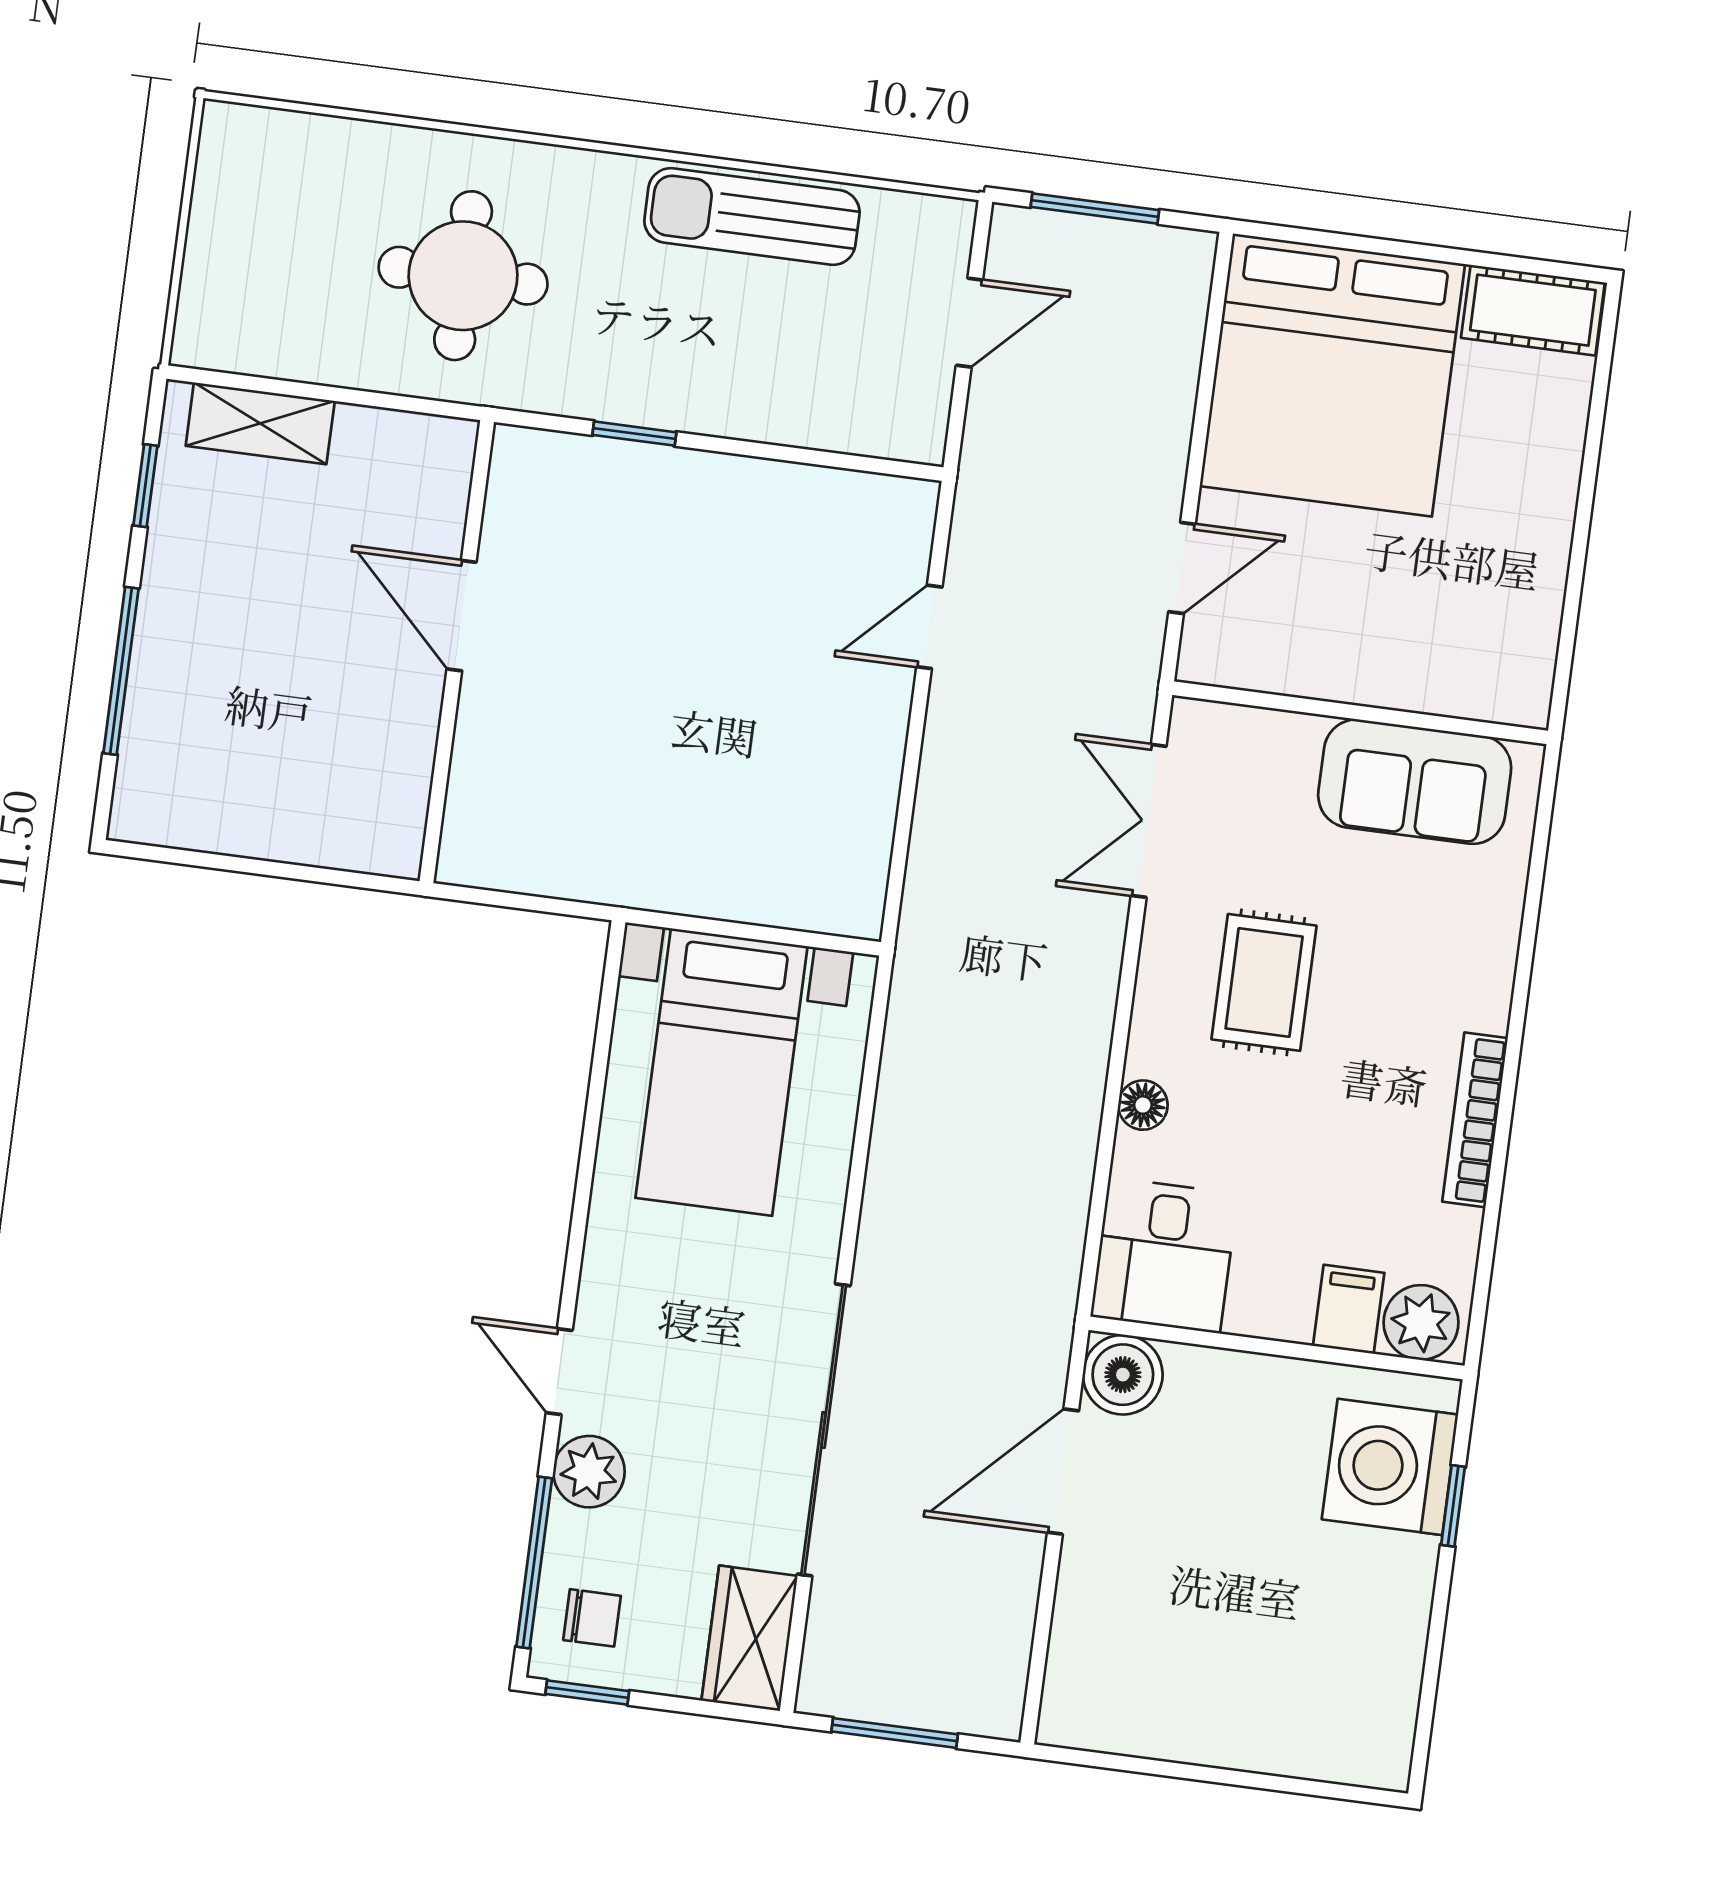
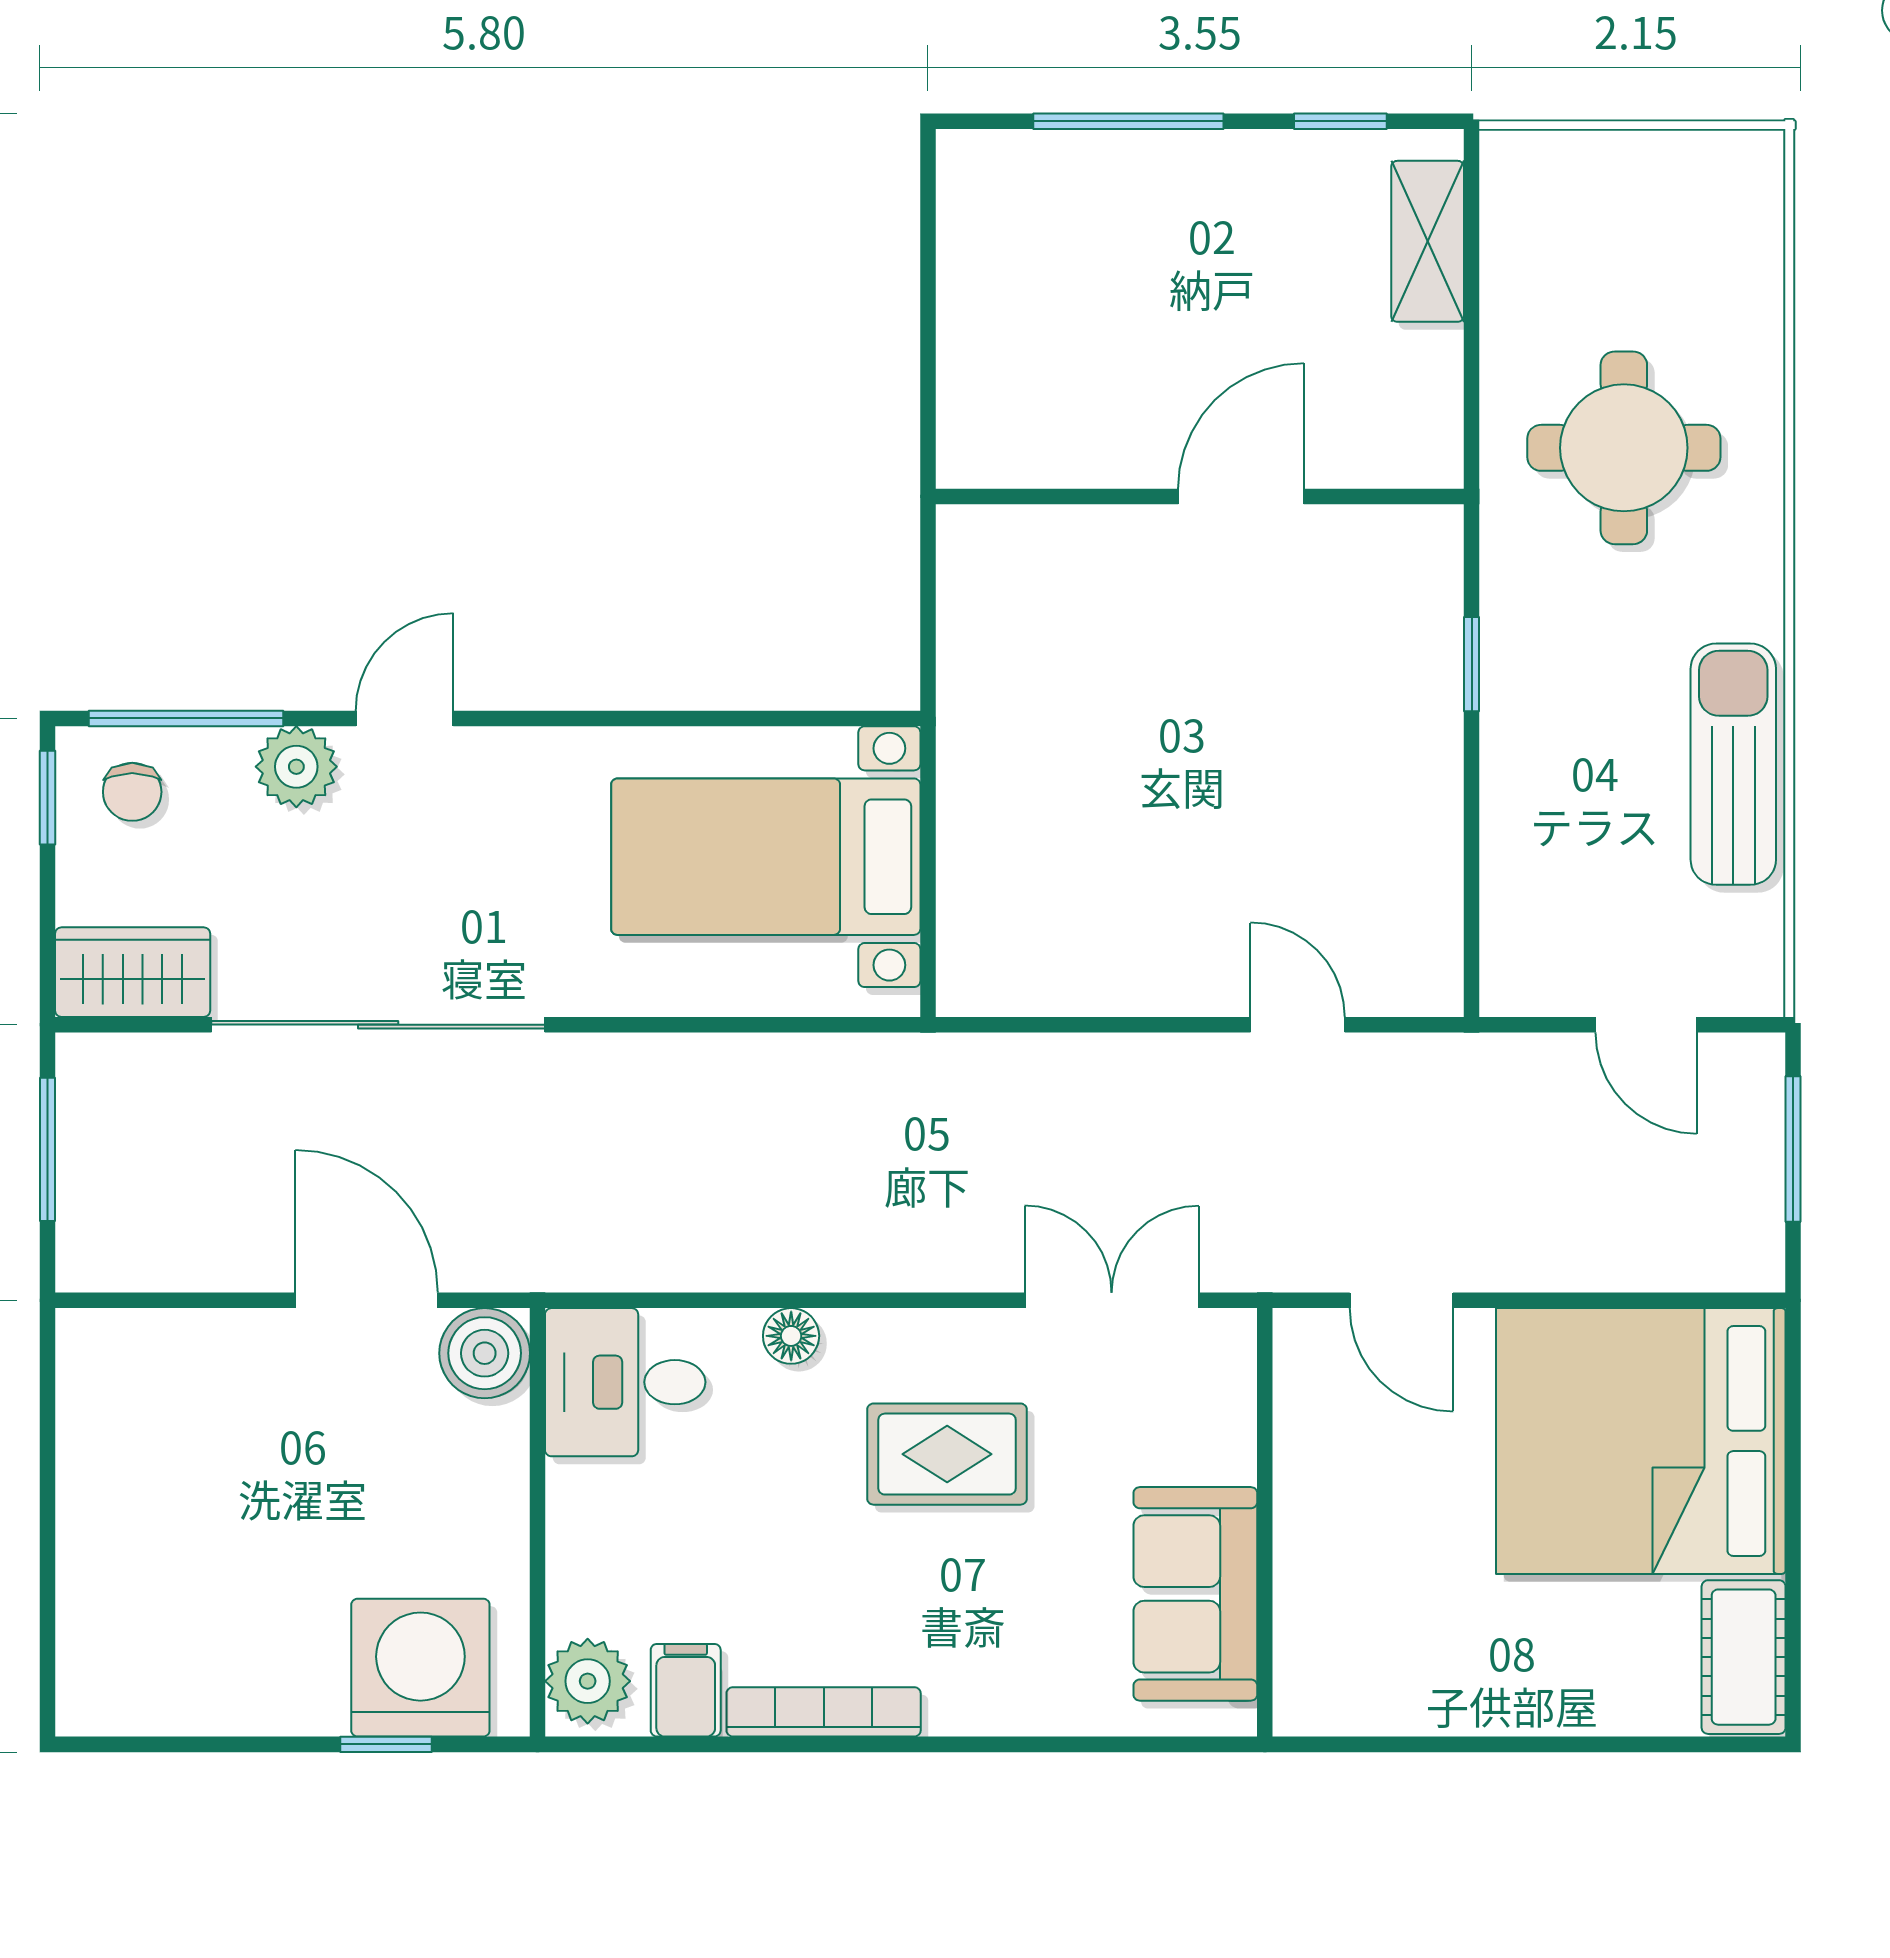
filing cabinet: (1349, 1309) -> (686, 1690), moved, turned -90

